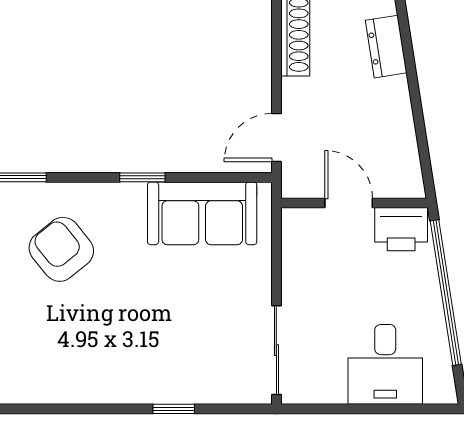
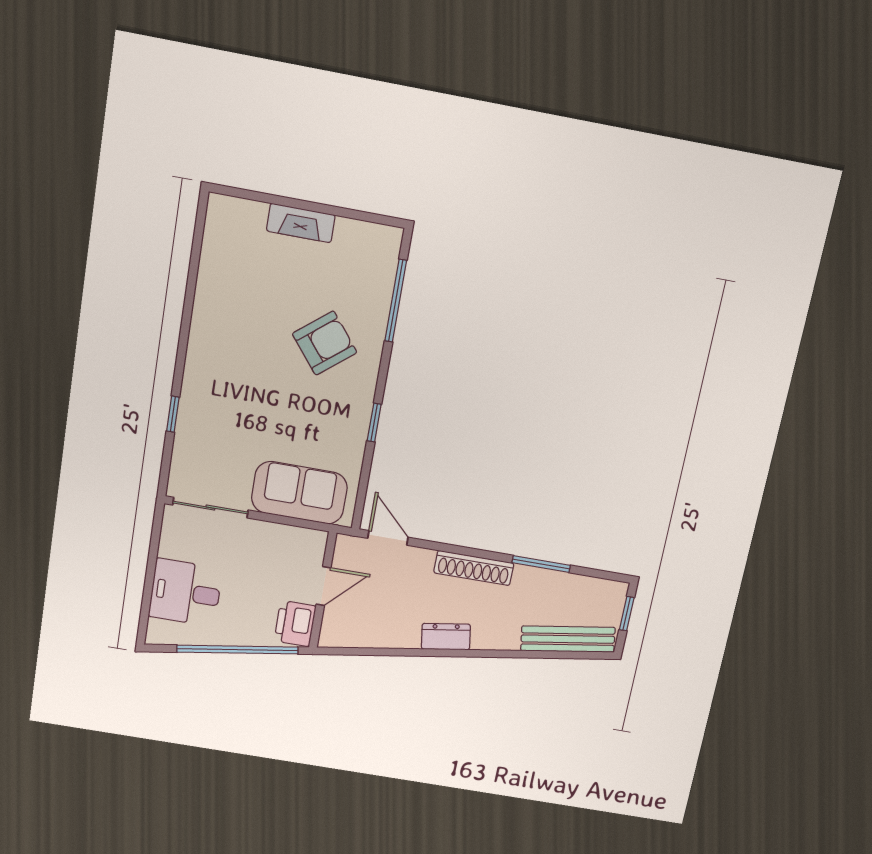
sofa: (202, 213) -> (299, 493), moved, turned 90

